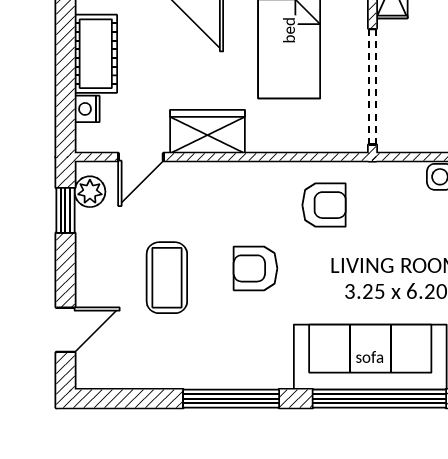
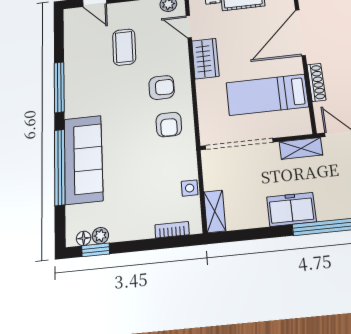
armchair: (255, 268) -> (162, 87), moved, turned 90
coffee table: (167, 278) -> (124, 47), turned 90

